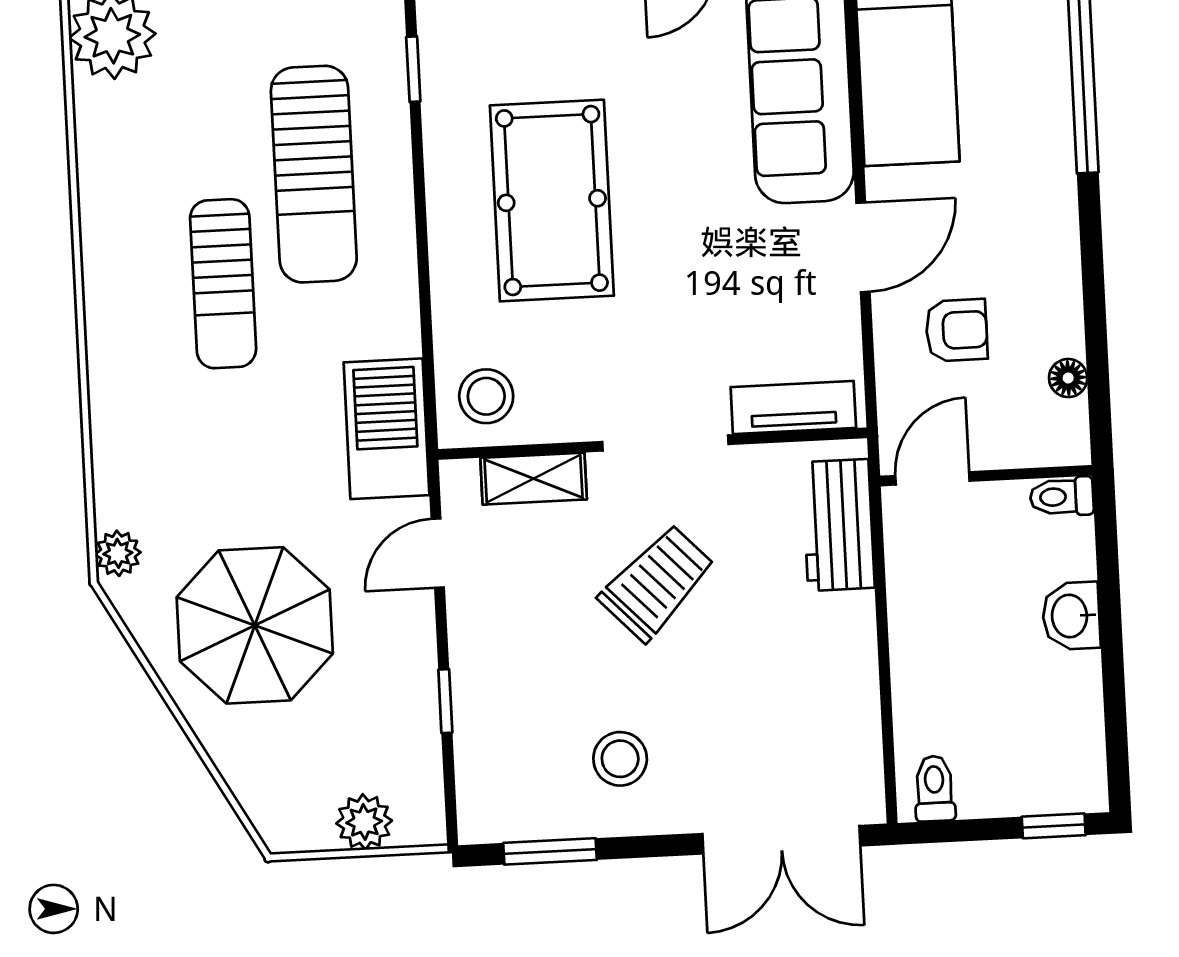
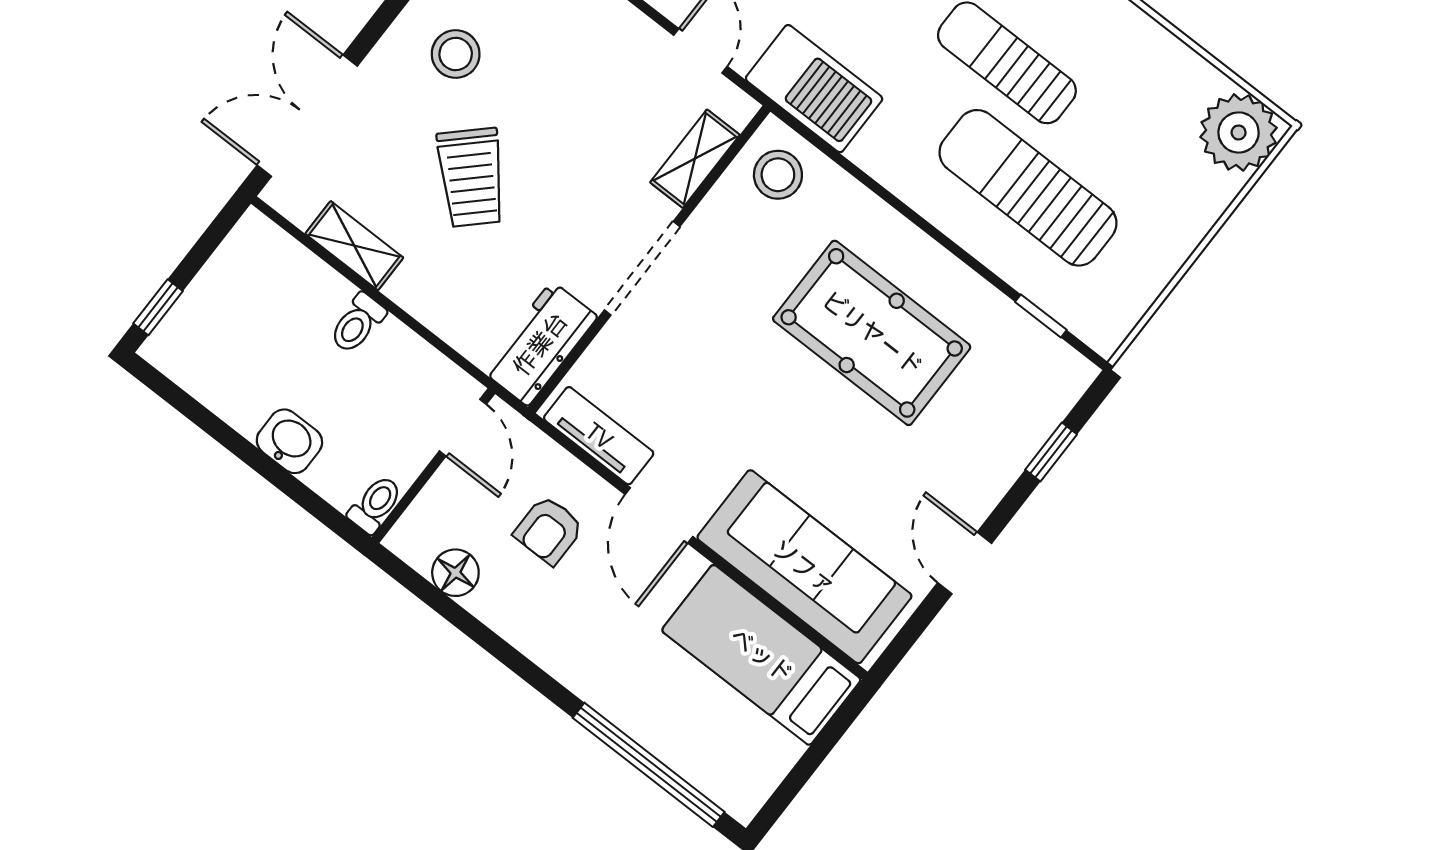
floor lamp: (1068, 378) -> (455, 573), width x1.37, depth x1.37
tv unit: (793, 408) -> (599, 436), moved, turned -90
workbench: (838, 525) -> (540, 344), moved, turned -90
trolley: (657, 583) -> (471, 177), moved
shelving: (857, 704) -> (354, 246), added
toilet: (934, 789) -> (357, 323), moved, turned 90

